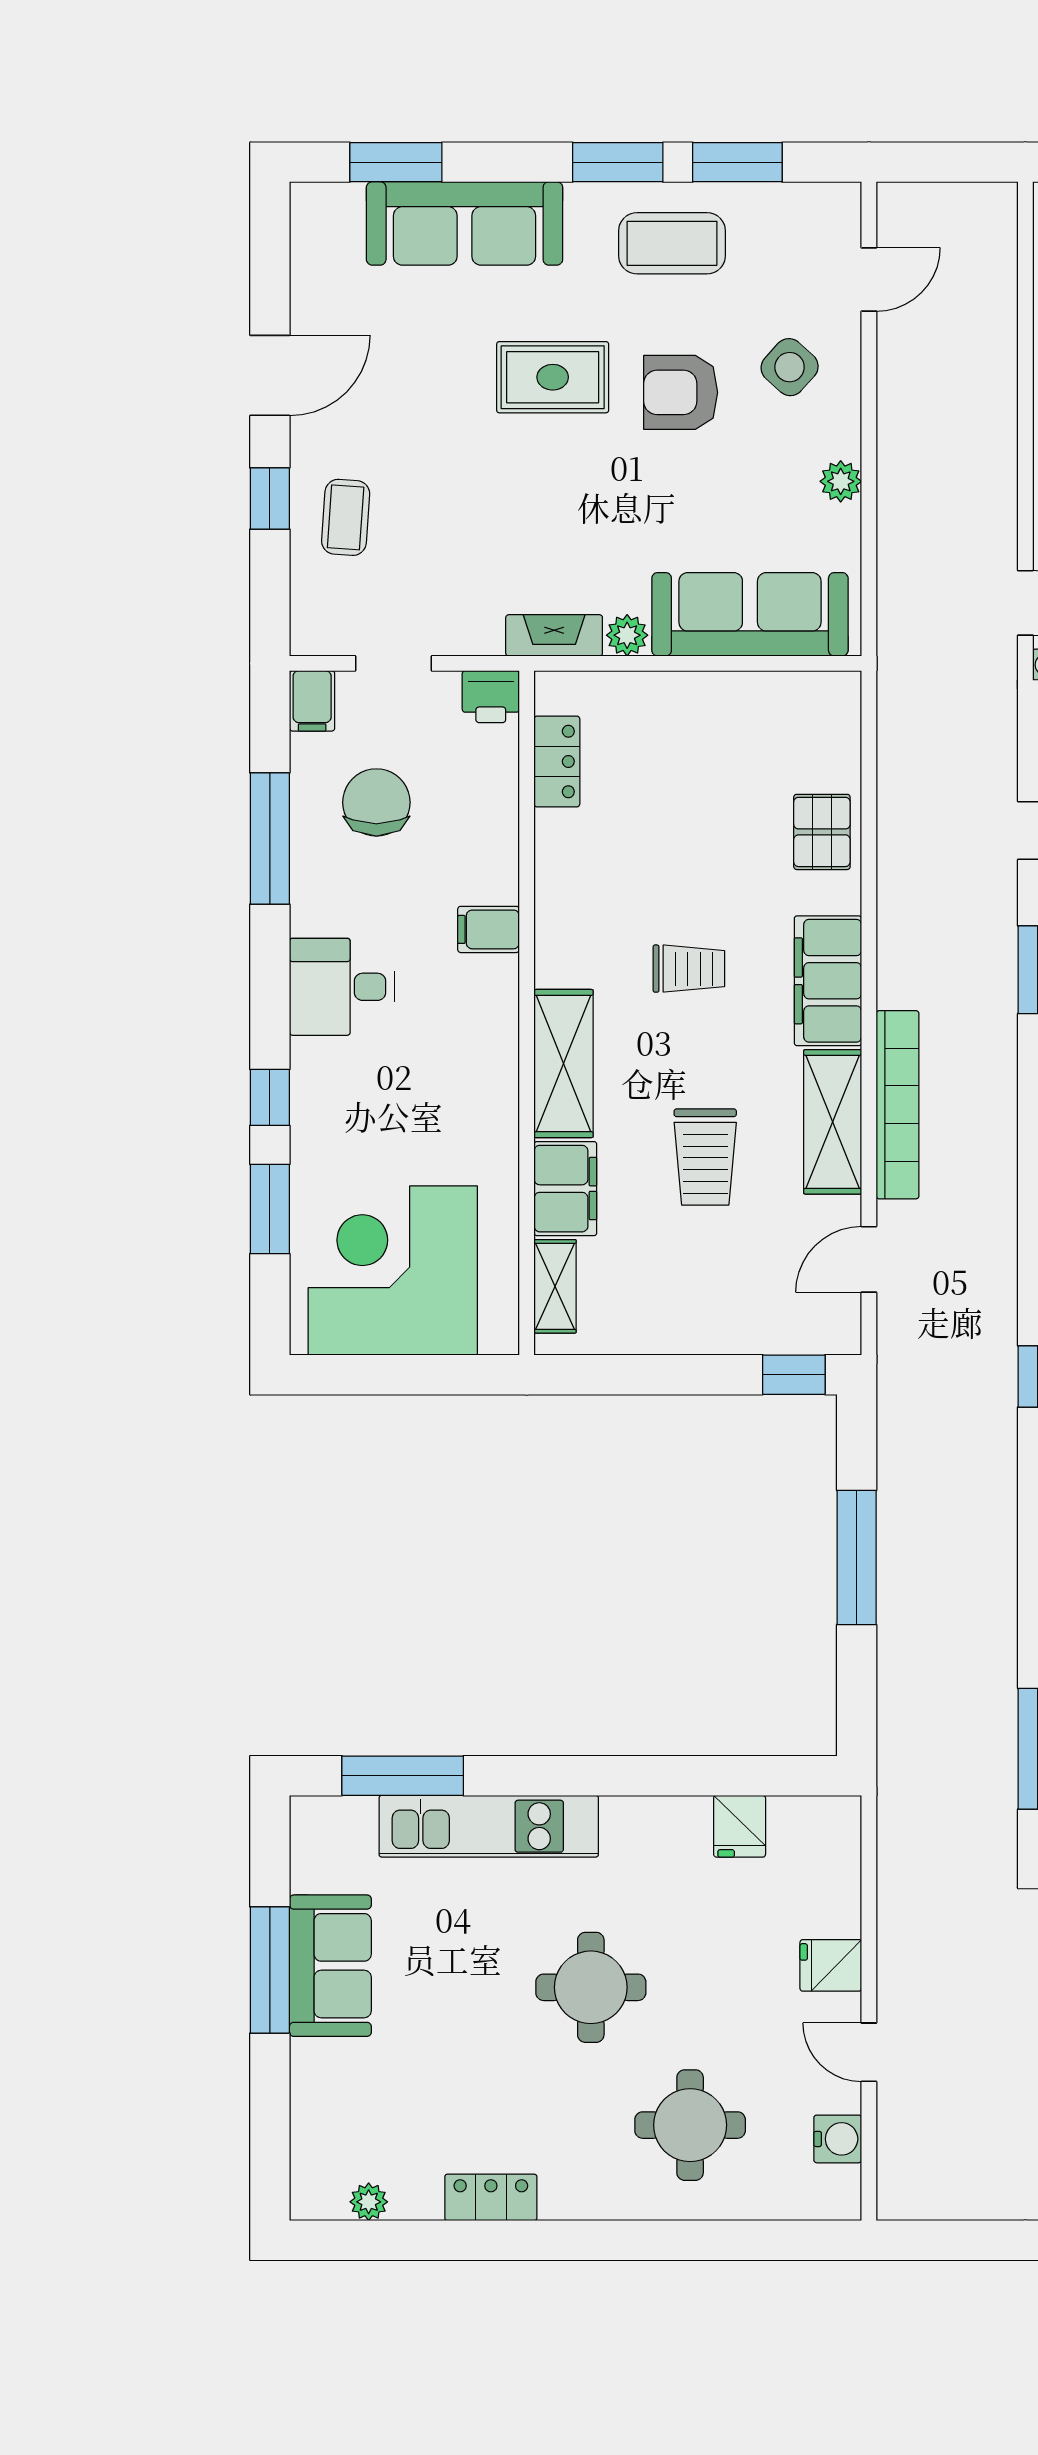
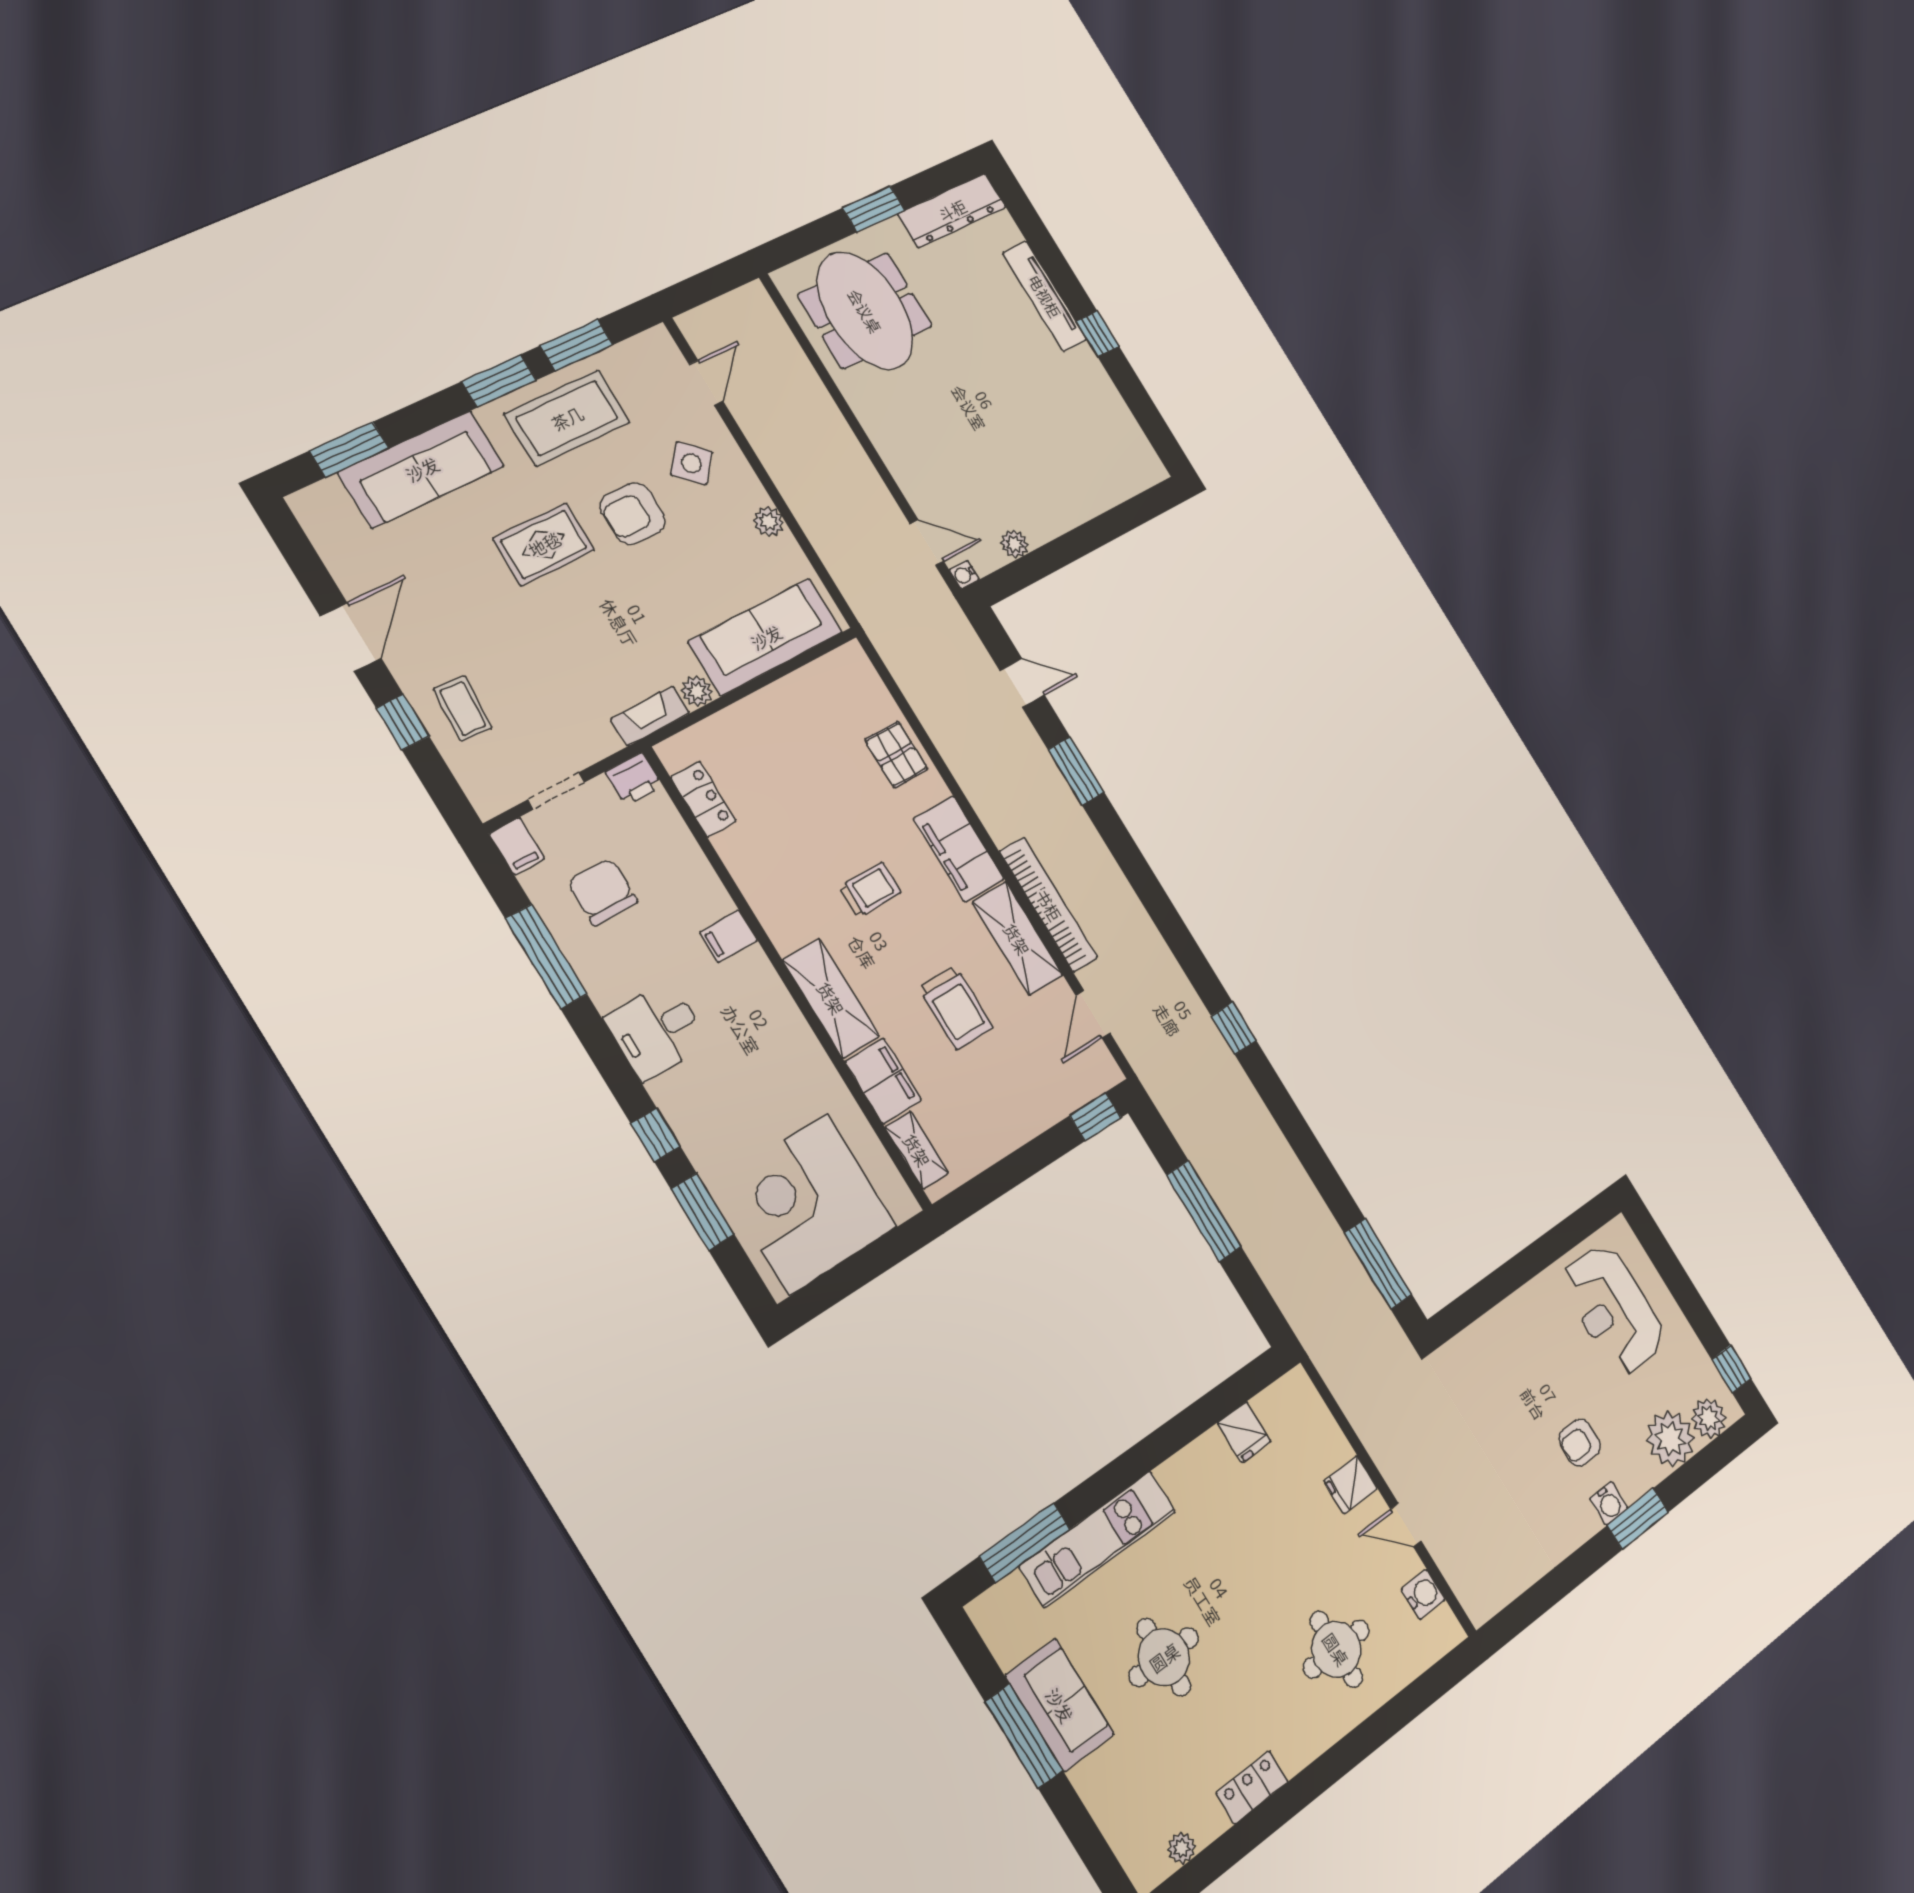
coffee table: (672, 243) -> (567, 418), width x1.36, depth x1.32
round table: (591, 1987) -> (1164, 1657), moved

